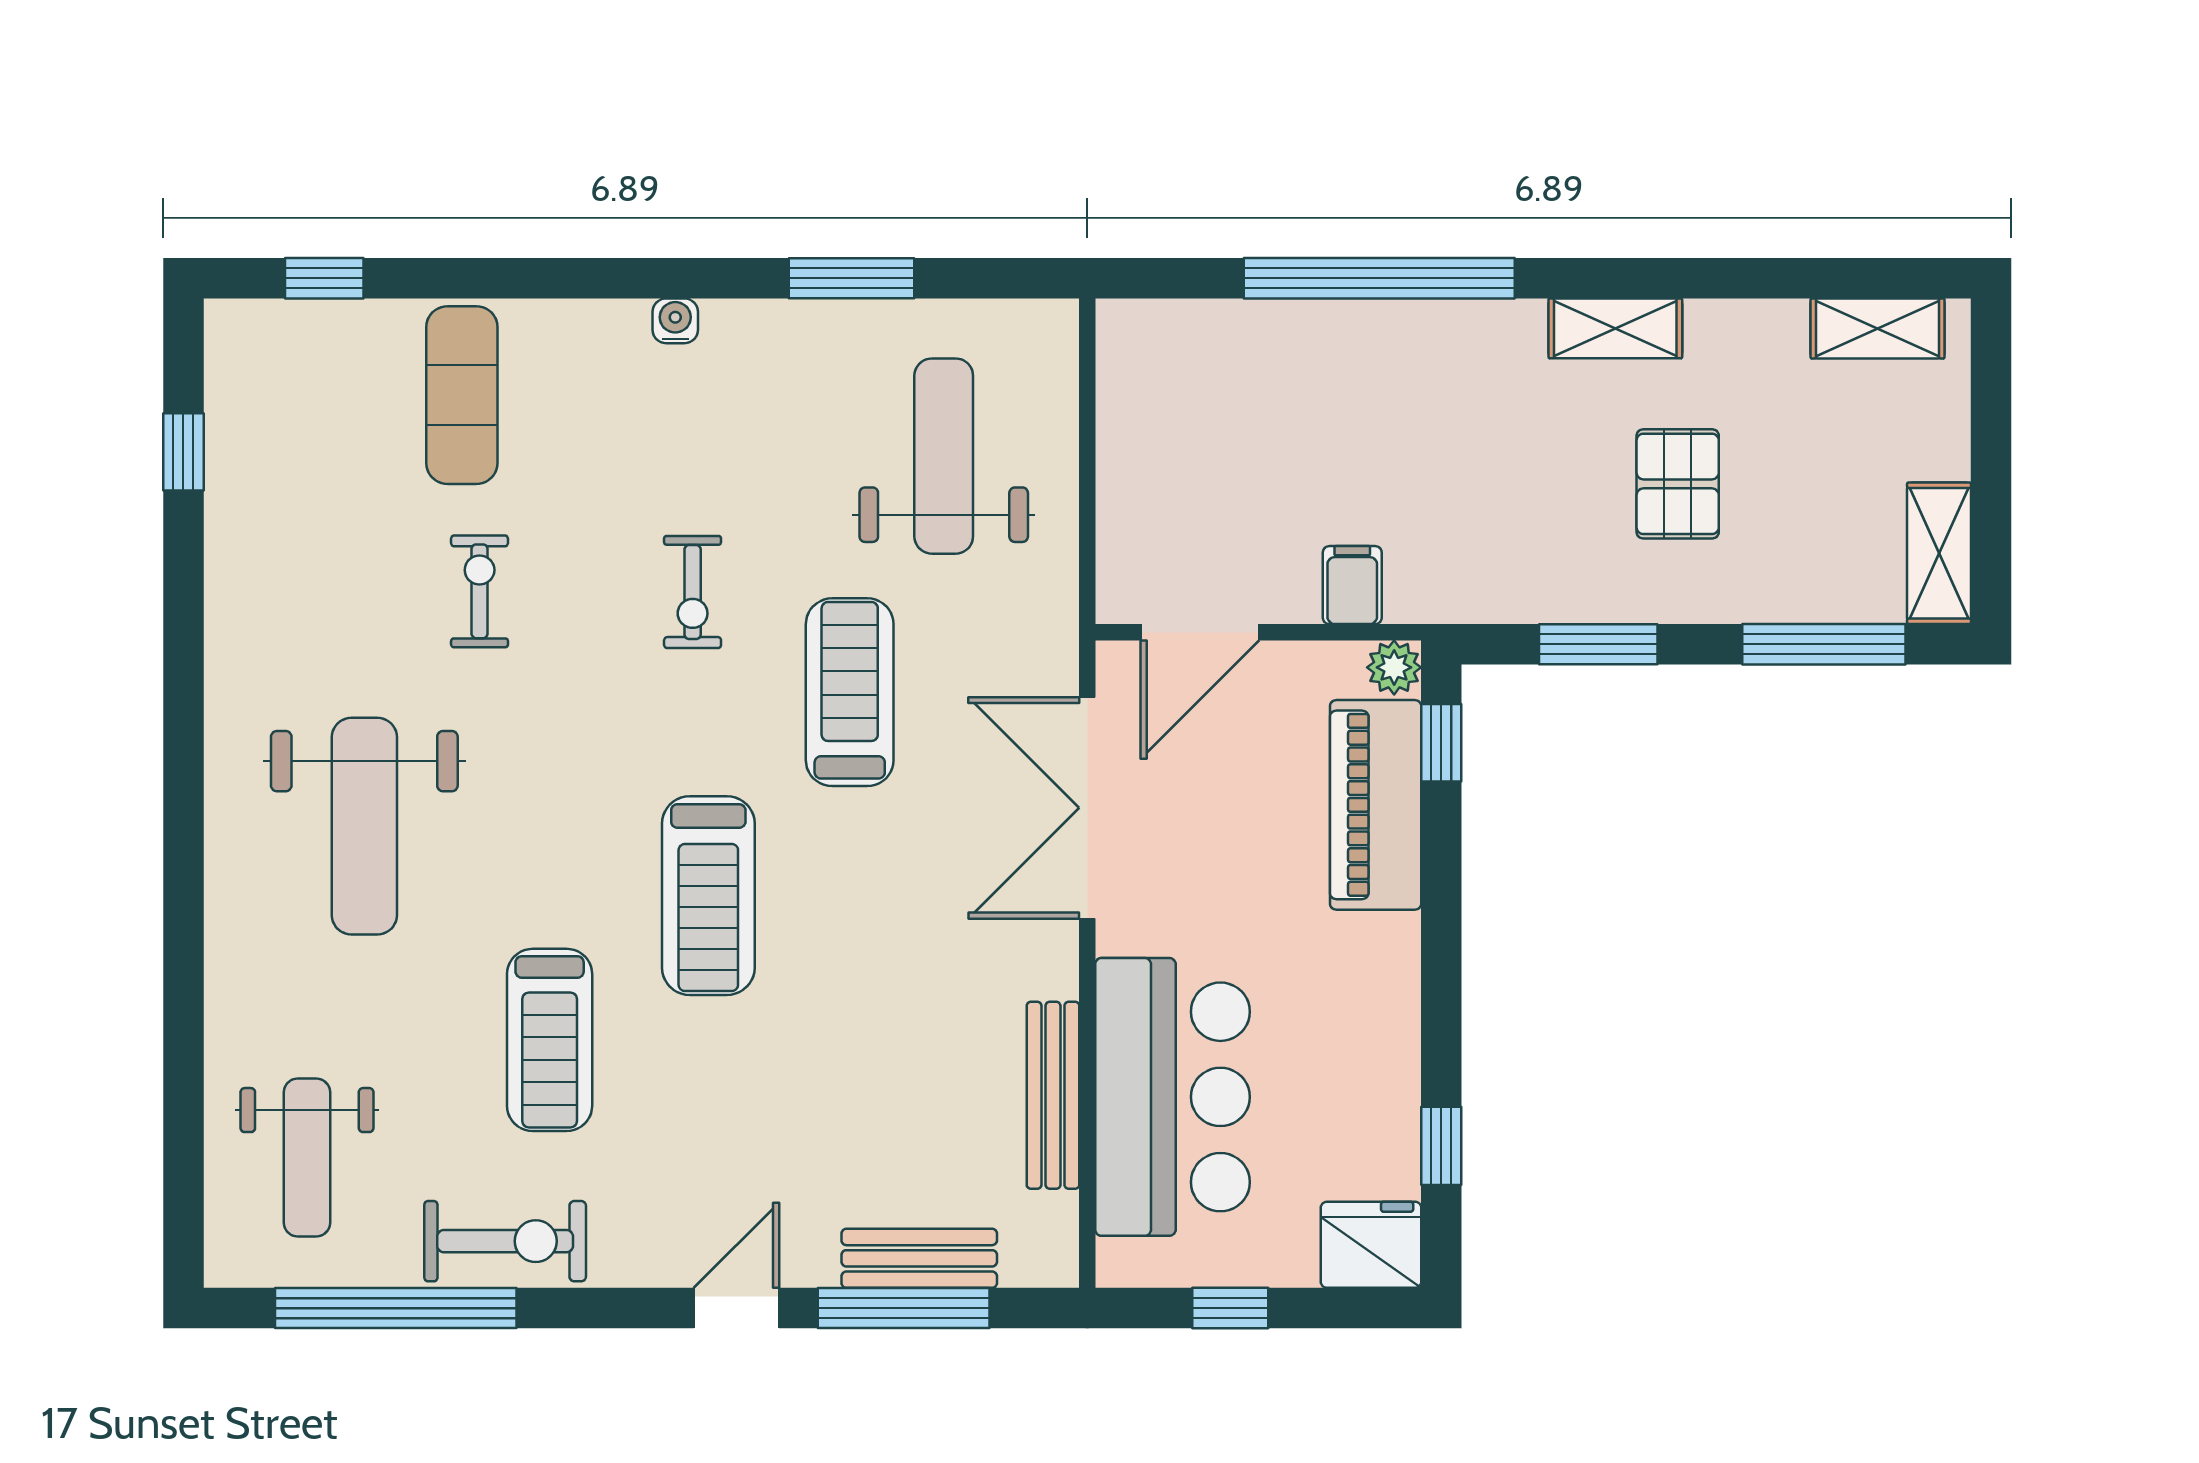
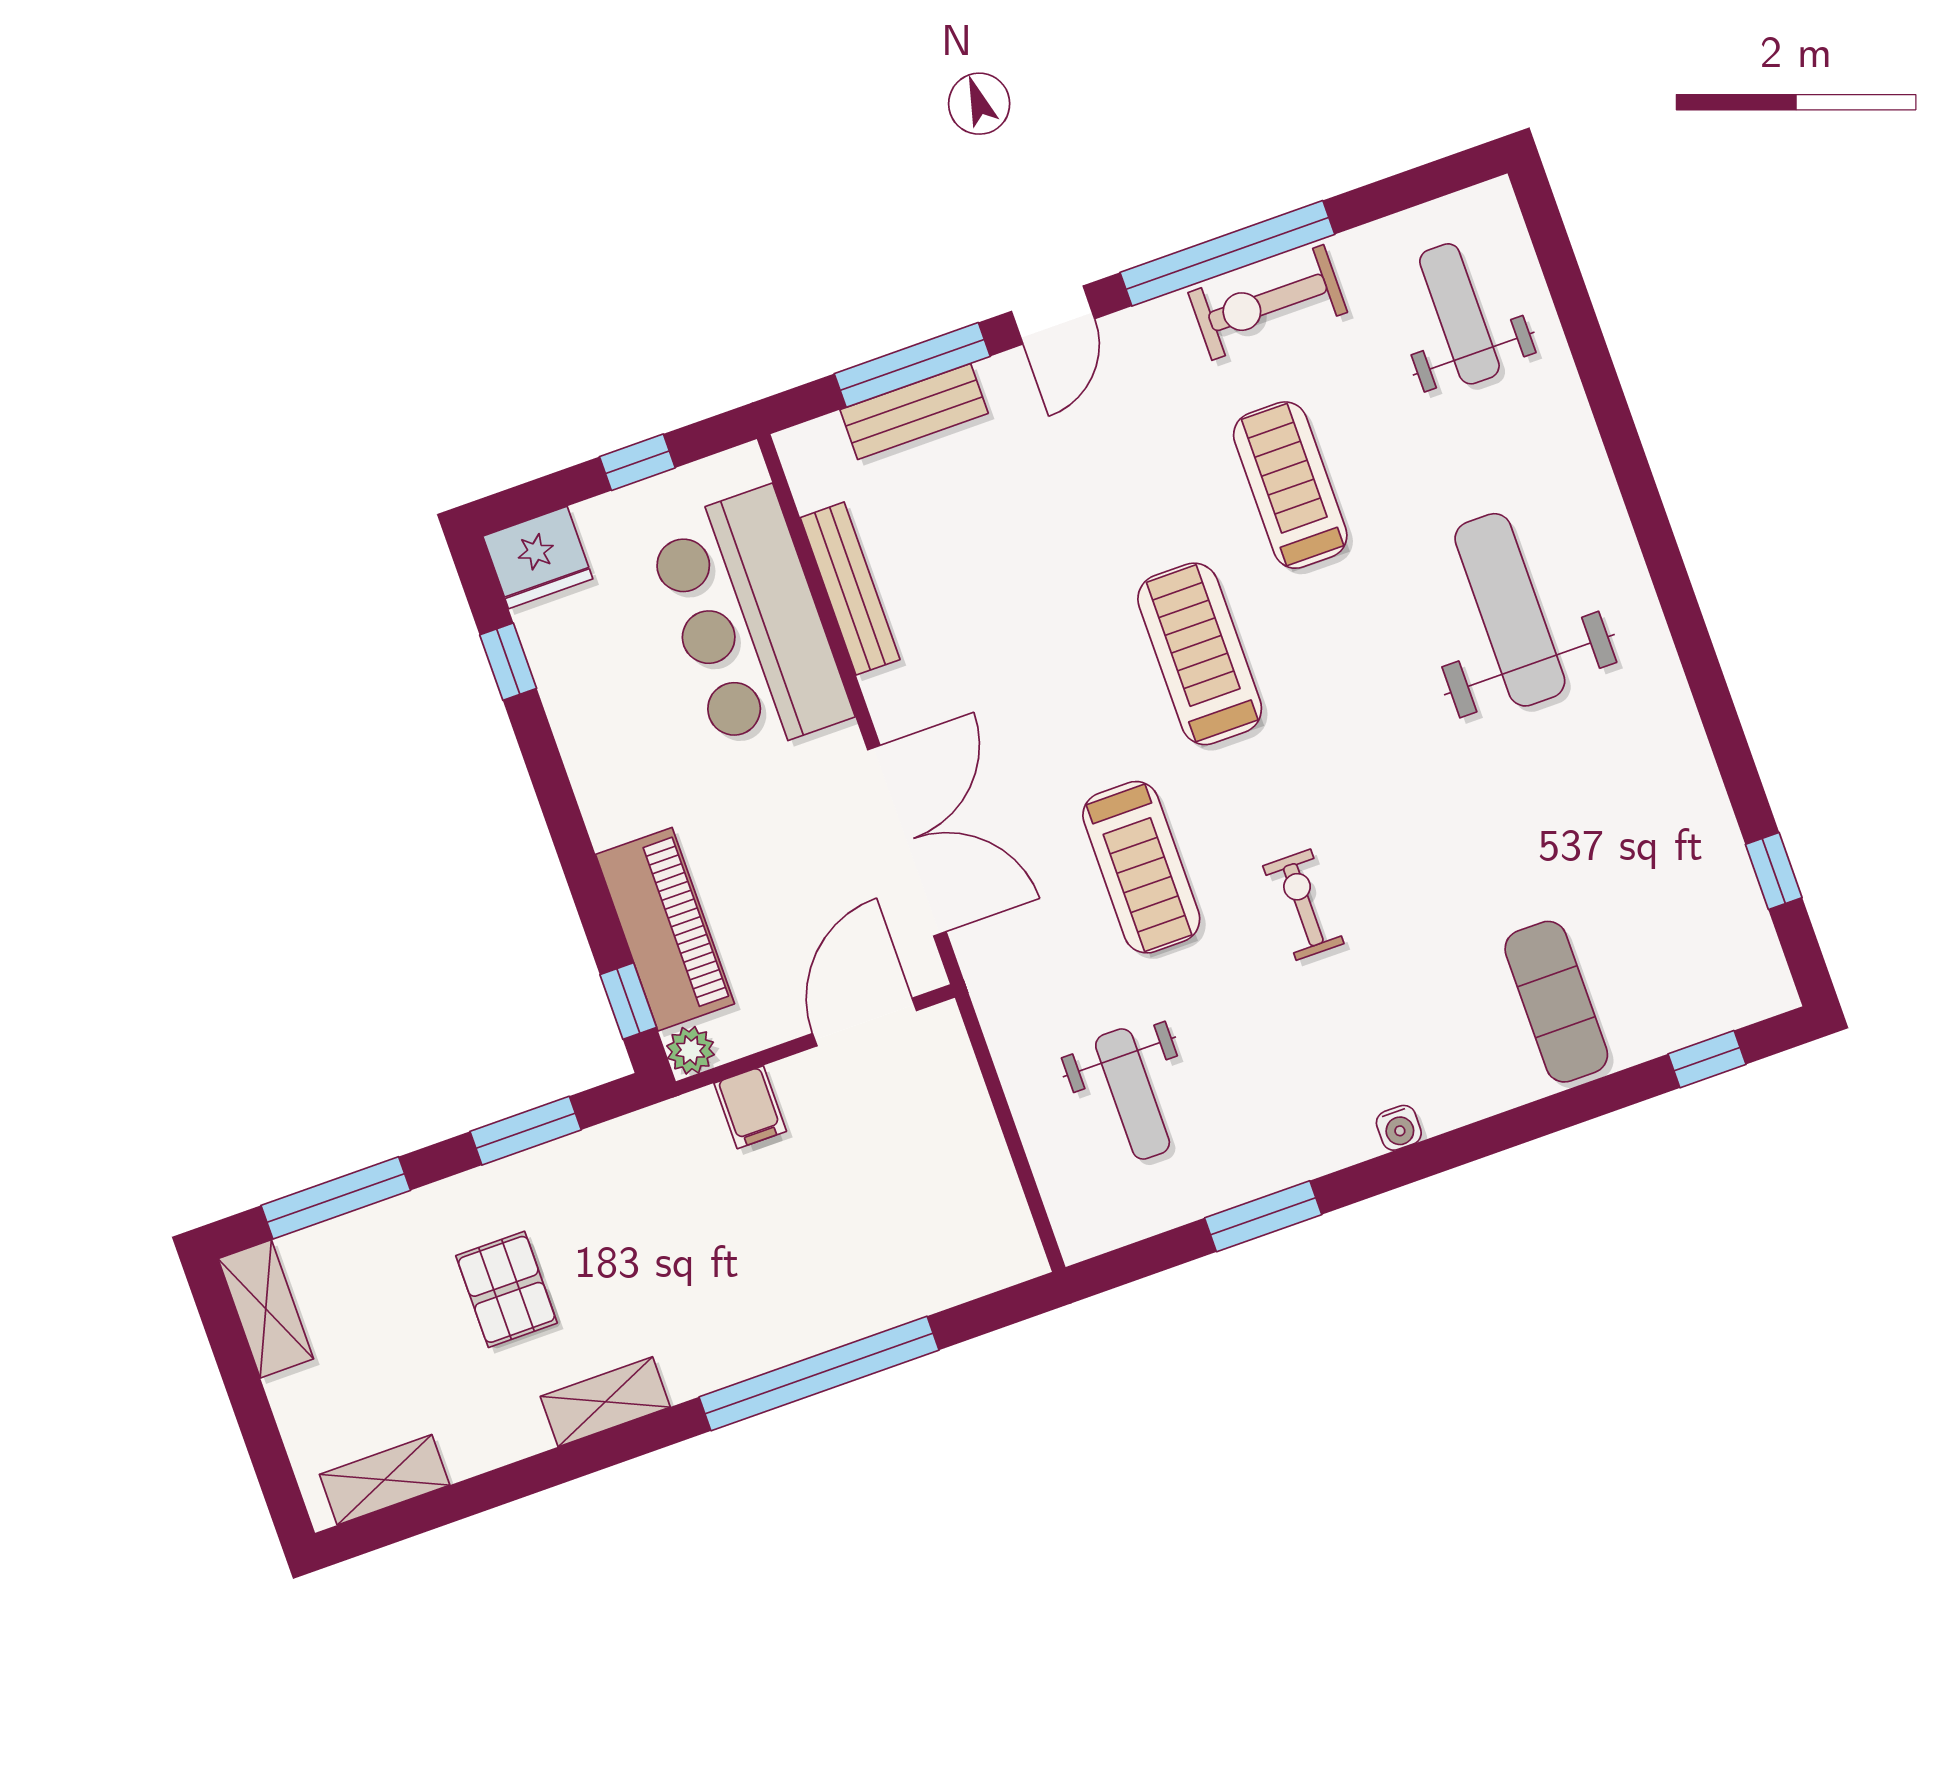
weight bench: (944, 456) -> (1133, 1094), width x0.73, depth x0.75
exercise bike: (480, 591) -> (1483, 842), removed
window: (396, 1308) -> (1227, 253), moved

